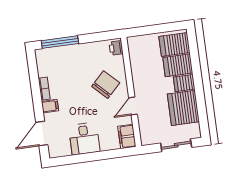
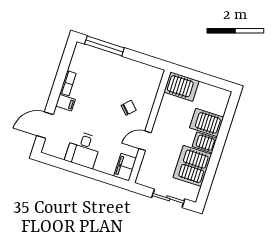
server rack: (174, 45) -> (181, 87), moved, turned 180
printer: (116, 48) -> (156, 77), removed
chair: (106, 85) -> (129, 108), width x0.54, depth x0.54

